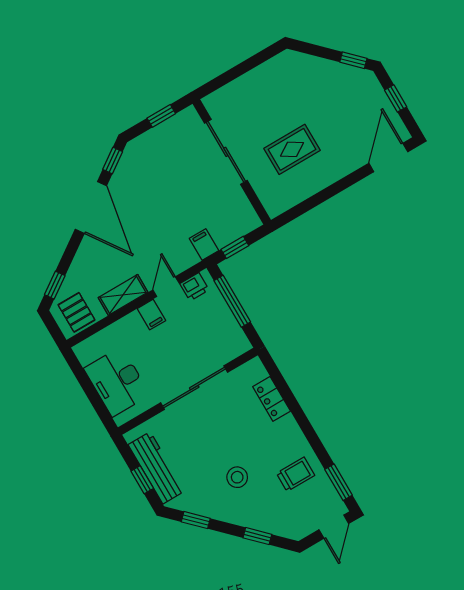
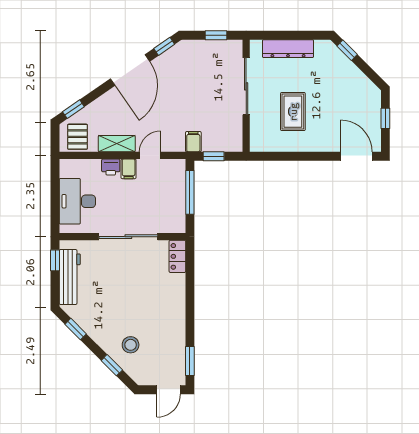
window: (353, 60) -> (347, 50), moved
dresser: (247, 85) -> (288, 49), added
rug: (292, 149) -> (293, 112), turned 90
door: (388, 157) -> (356, 156), hinge flipped
printer: (194, 287) -> (111, 167), moved
locker: (272, 399) -> (177, 256), moved
trolley: (296, 474) -> (163, 338), removed
stool: (237, 477) -> (131, 345), moved
window: (142, 480) -> (55, 260), moved

